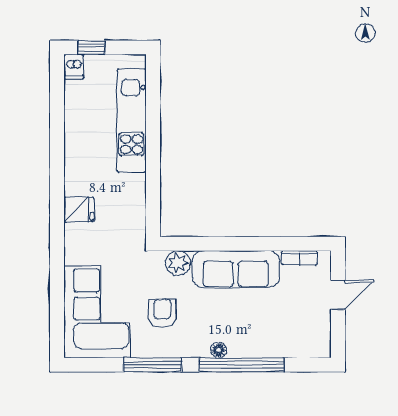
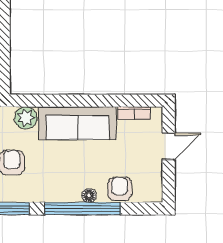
armchair: (283, 343) -> (120, 189), added
floor lamp: (219, 350) -> (89, 195), moved

